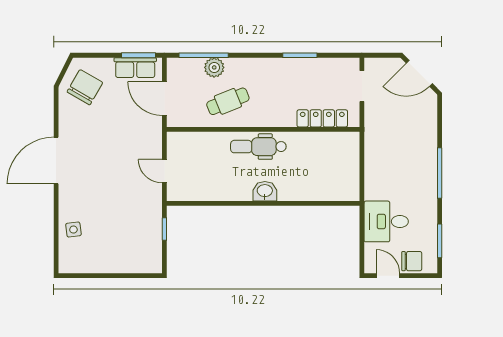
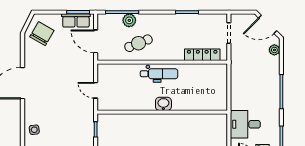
plant: (429, 111) -> (274, 50), added
dental chair: (258, 147) -> (159, 74), turned 180

